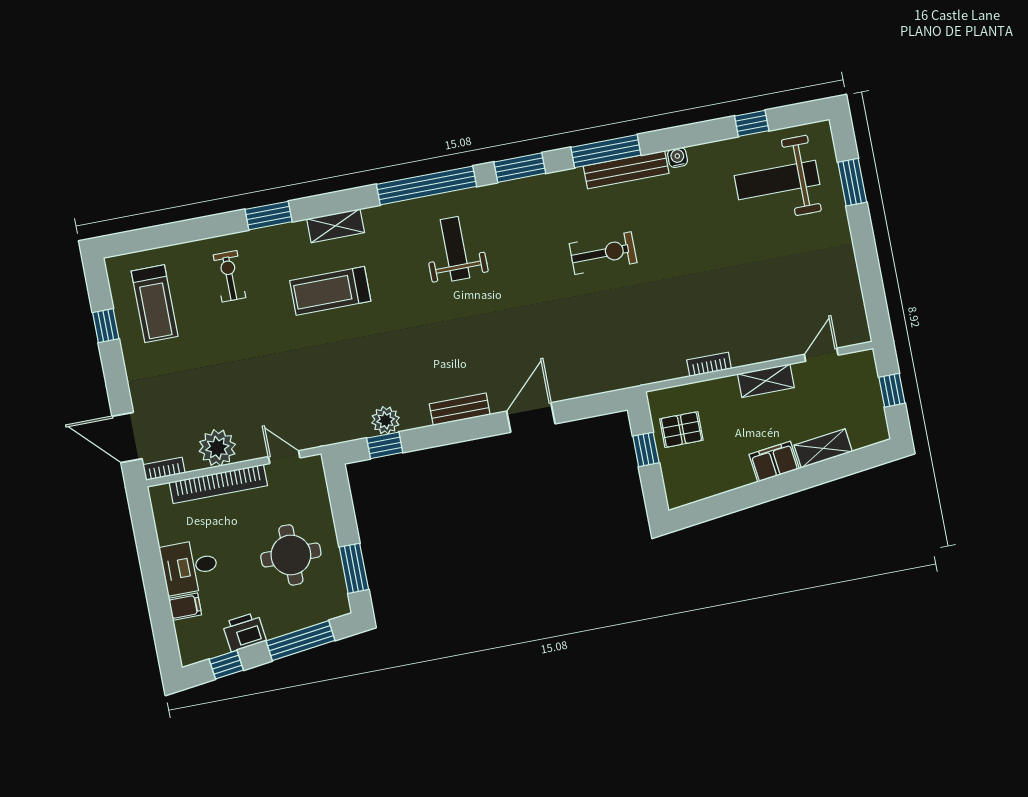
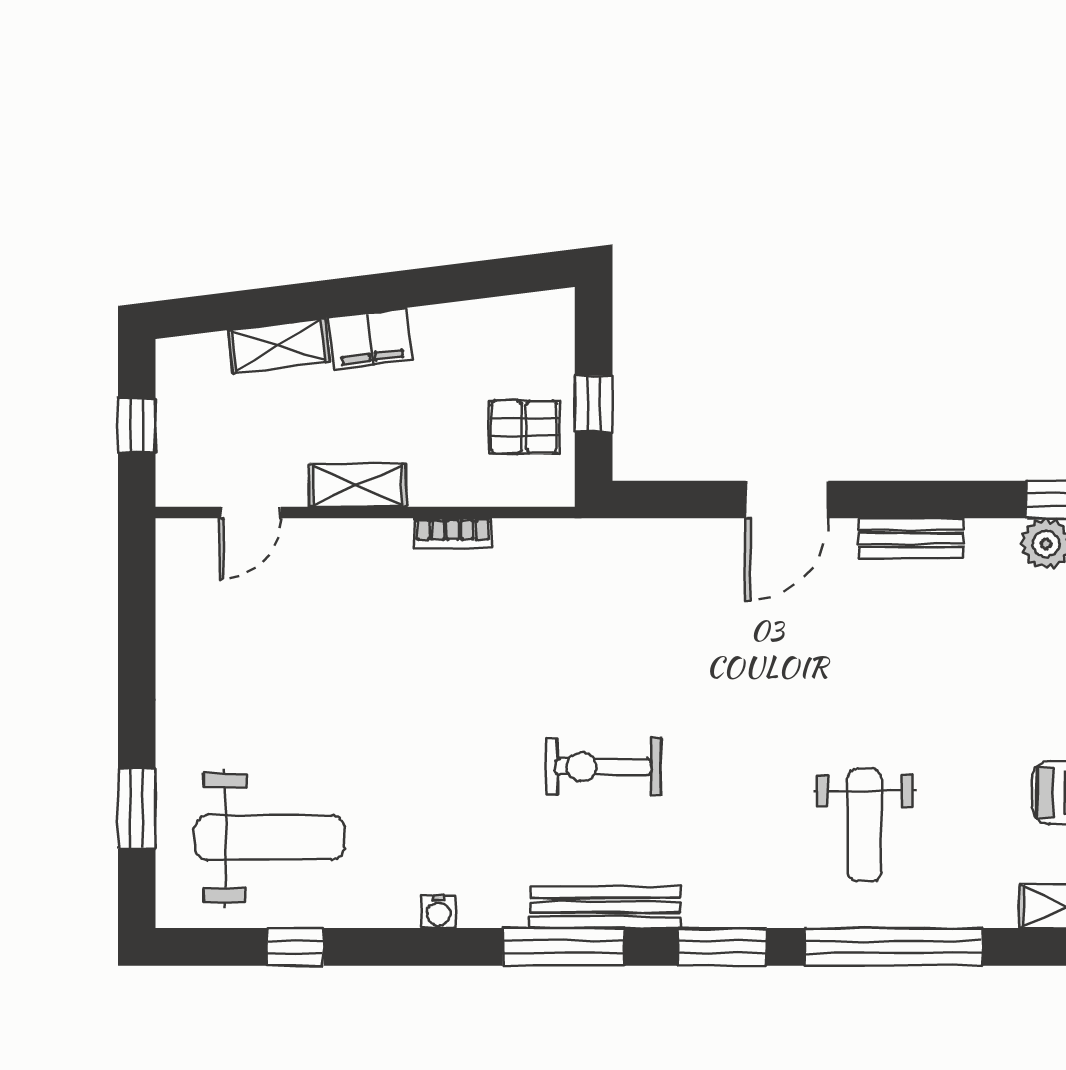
bench: (626, 170) -> (605, 907), moved

